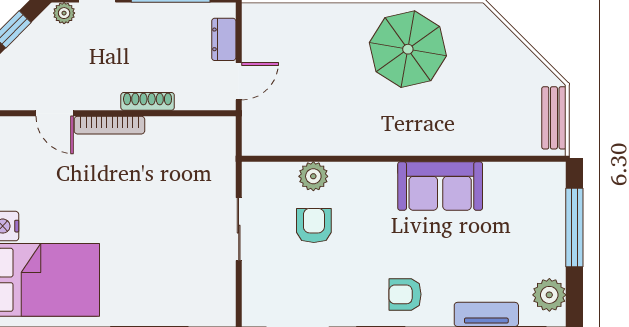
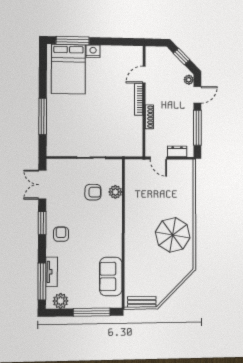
sofa: (440, 186) -> (111, 276), moved

